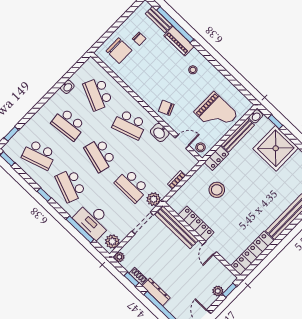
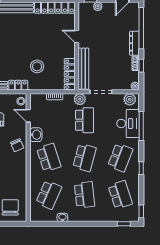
locker: (196, 224) -> (70, 74), moved
door: (210, 248) -> (77, 37), swing flipped

